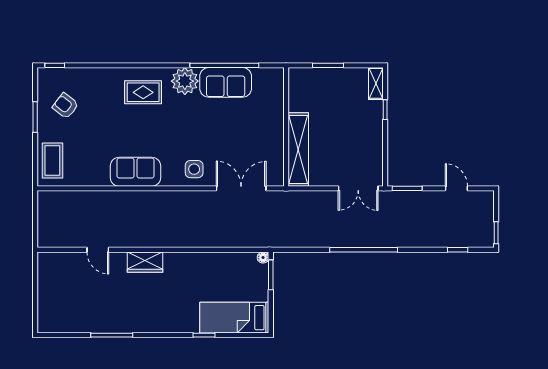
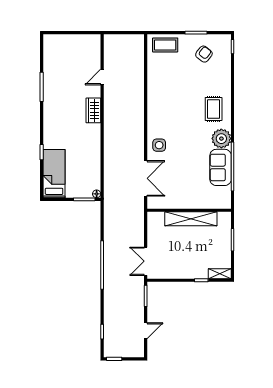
shelving: (298, 149) -> (191, 219), moved
sofa: (135, 172) -> (157, 104), removed

